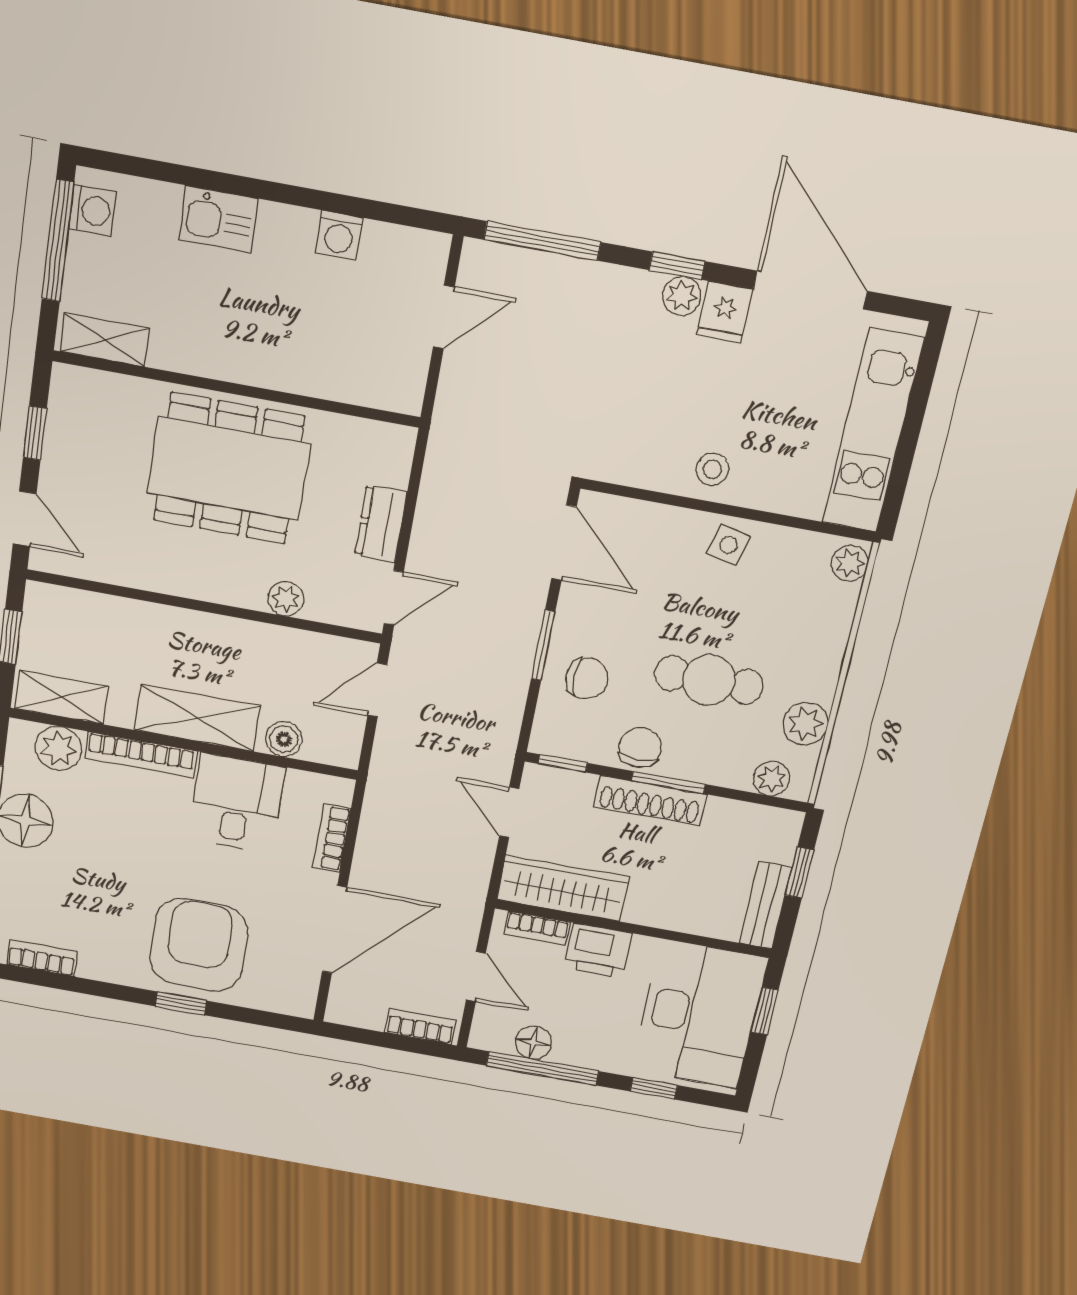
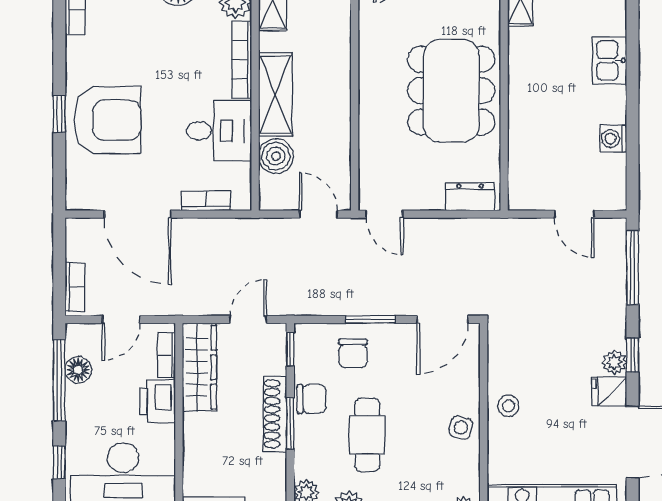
dresser: (381, 524) -> (470, 197), moved
plant: (286, 599) -> (370, 142), removed
boiler: (284, 739) -> (276, 156), width x1.36, depth x1.36

